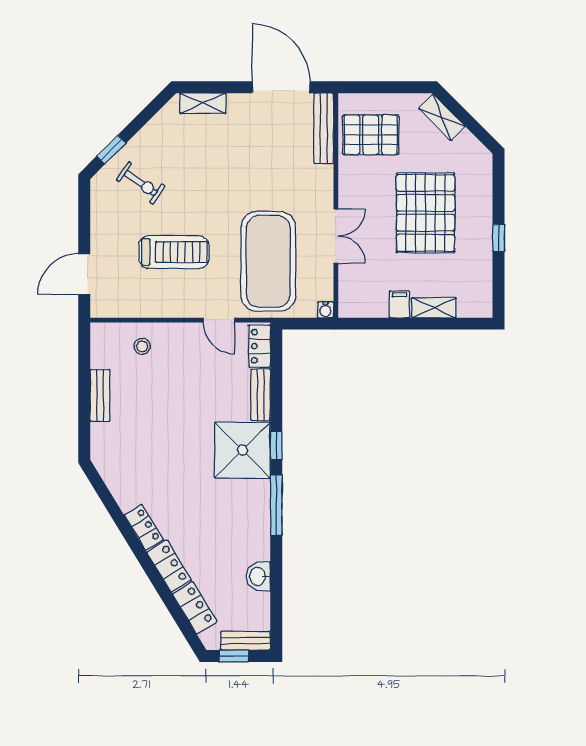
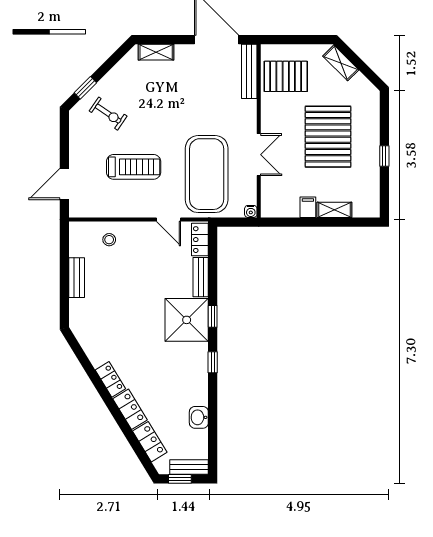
window: (276, 505) -> (213, 362), width x0.46

